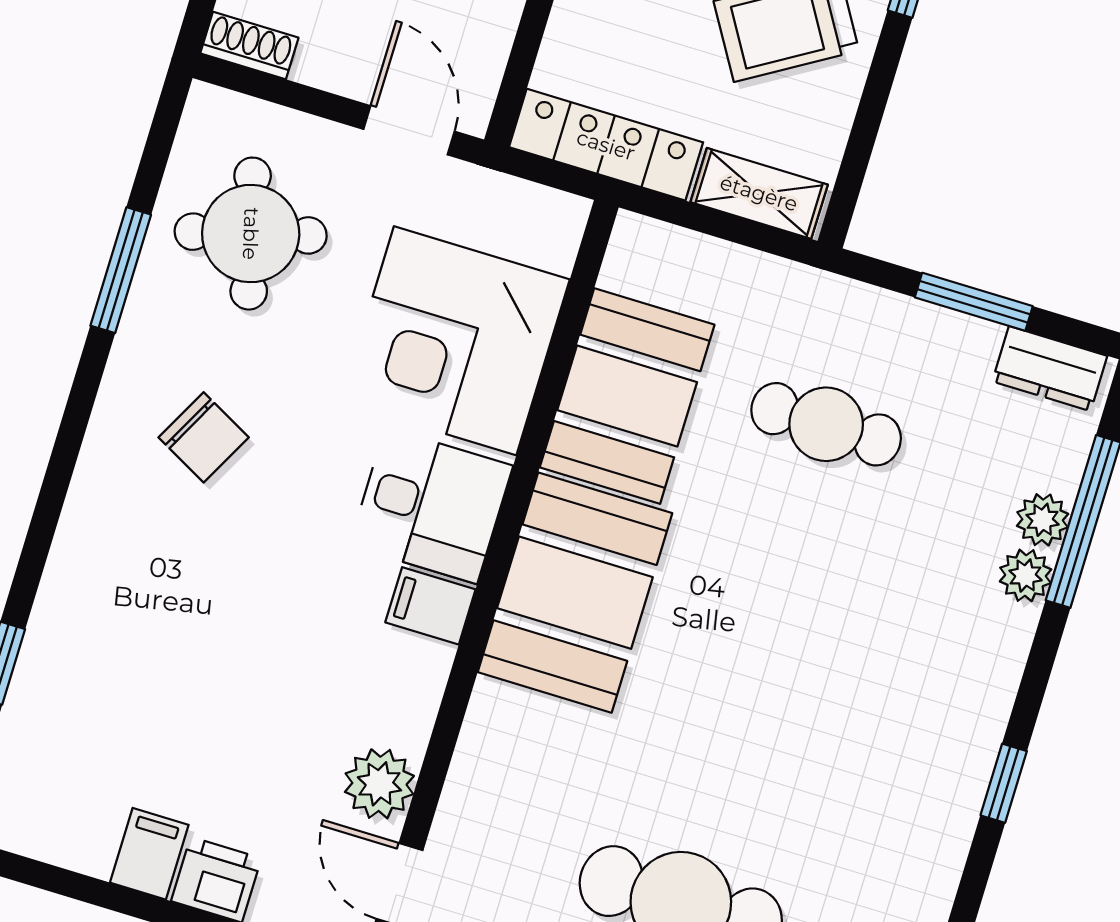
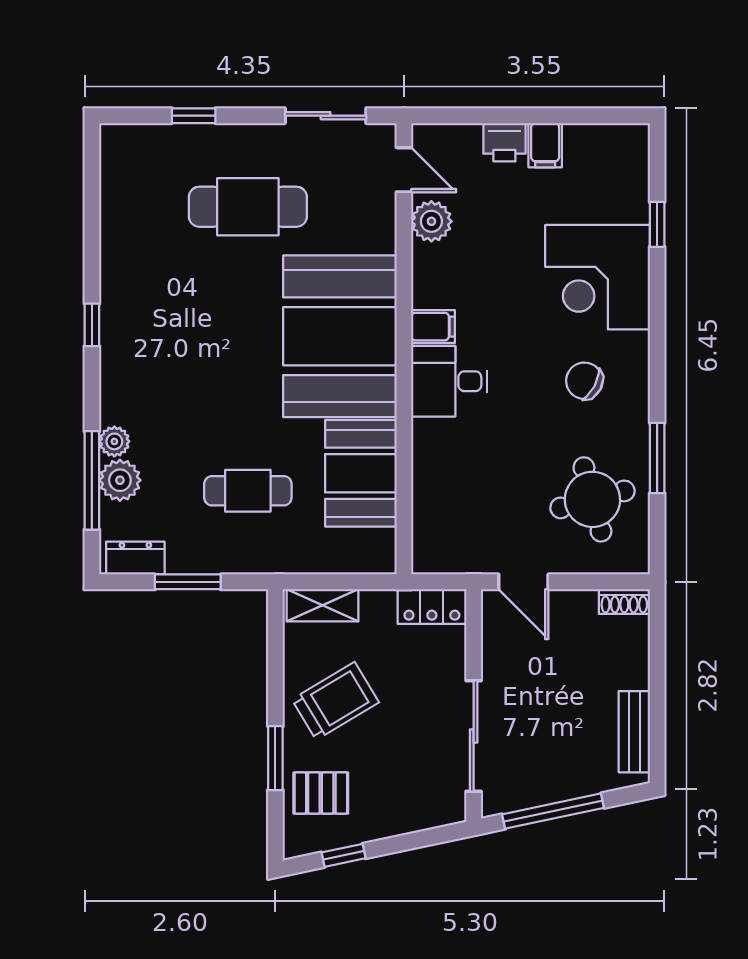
locker: (606, 145) -> (432, 607), width x0.66
corner desk: (455, 341) -> (597, 277), moved, turned 180
plant: (1043, 520) -> (120, 480), width x1.38, depth x1.38
booth: (575, 593) -> (340, 336), width x1.36, depth x1.42

